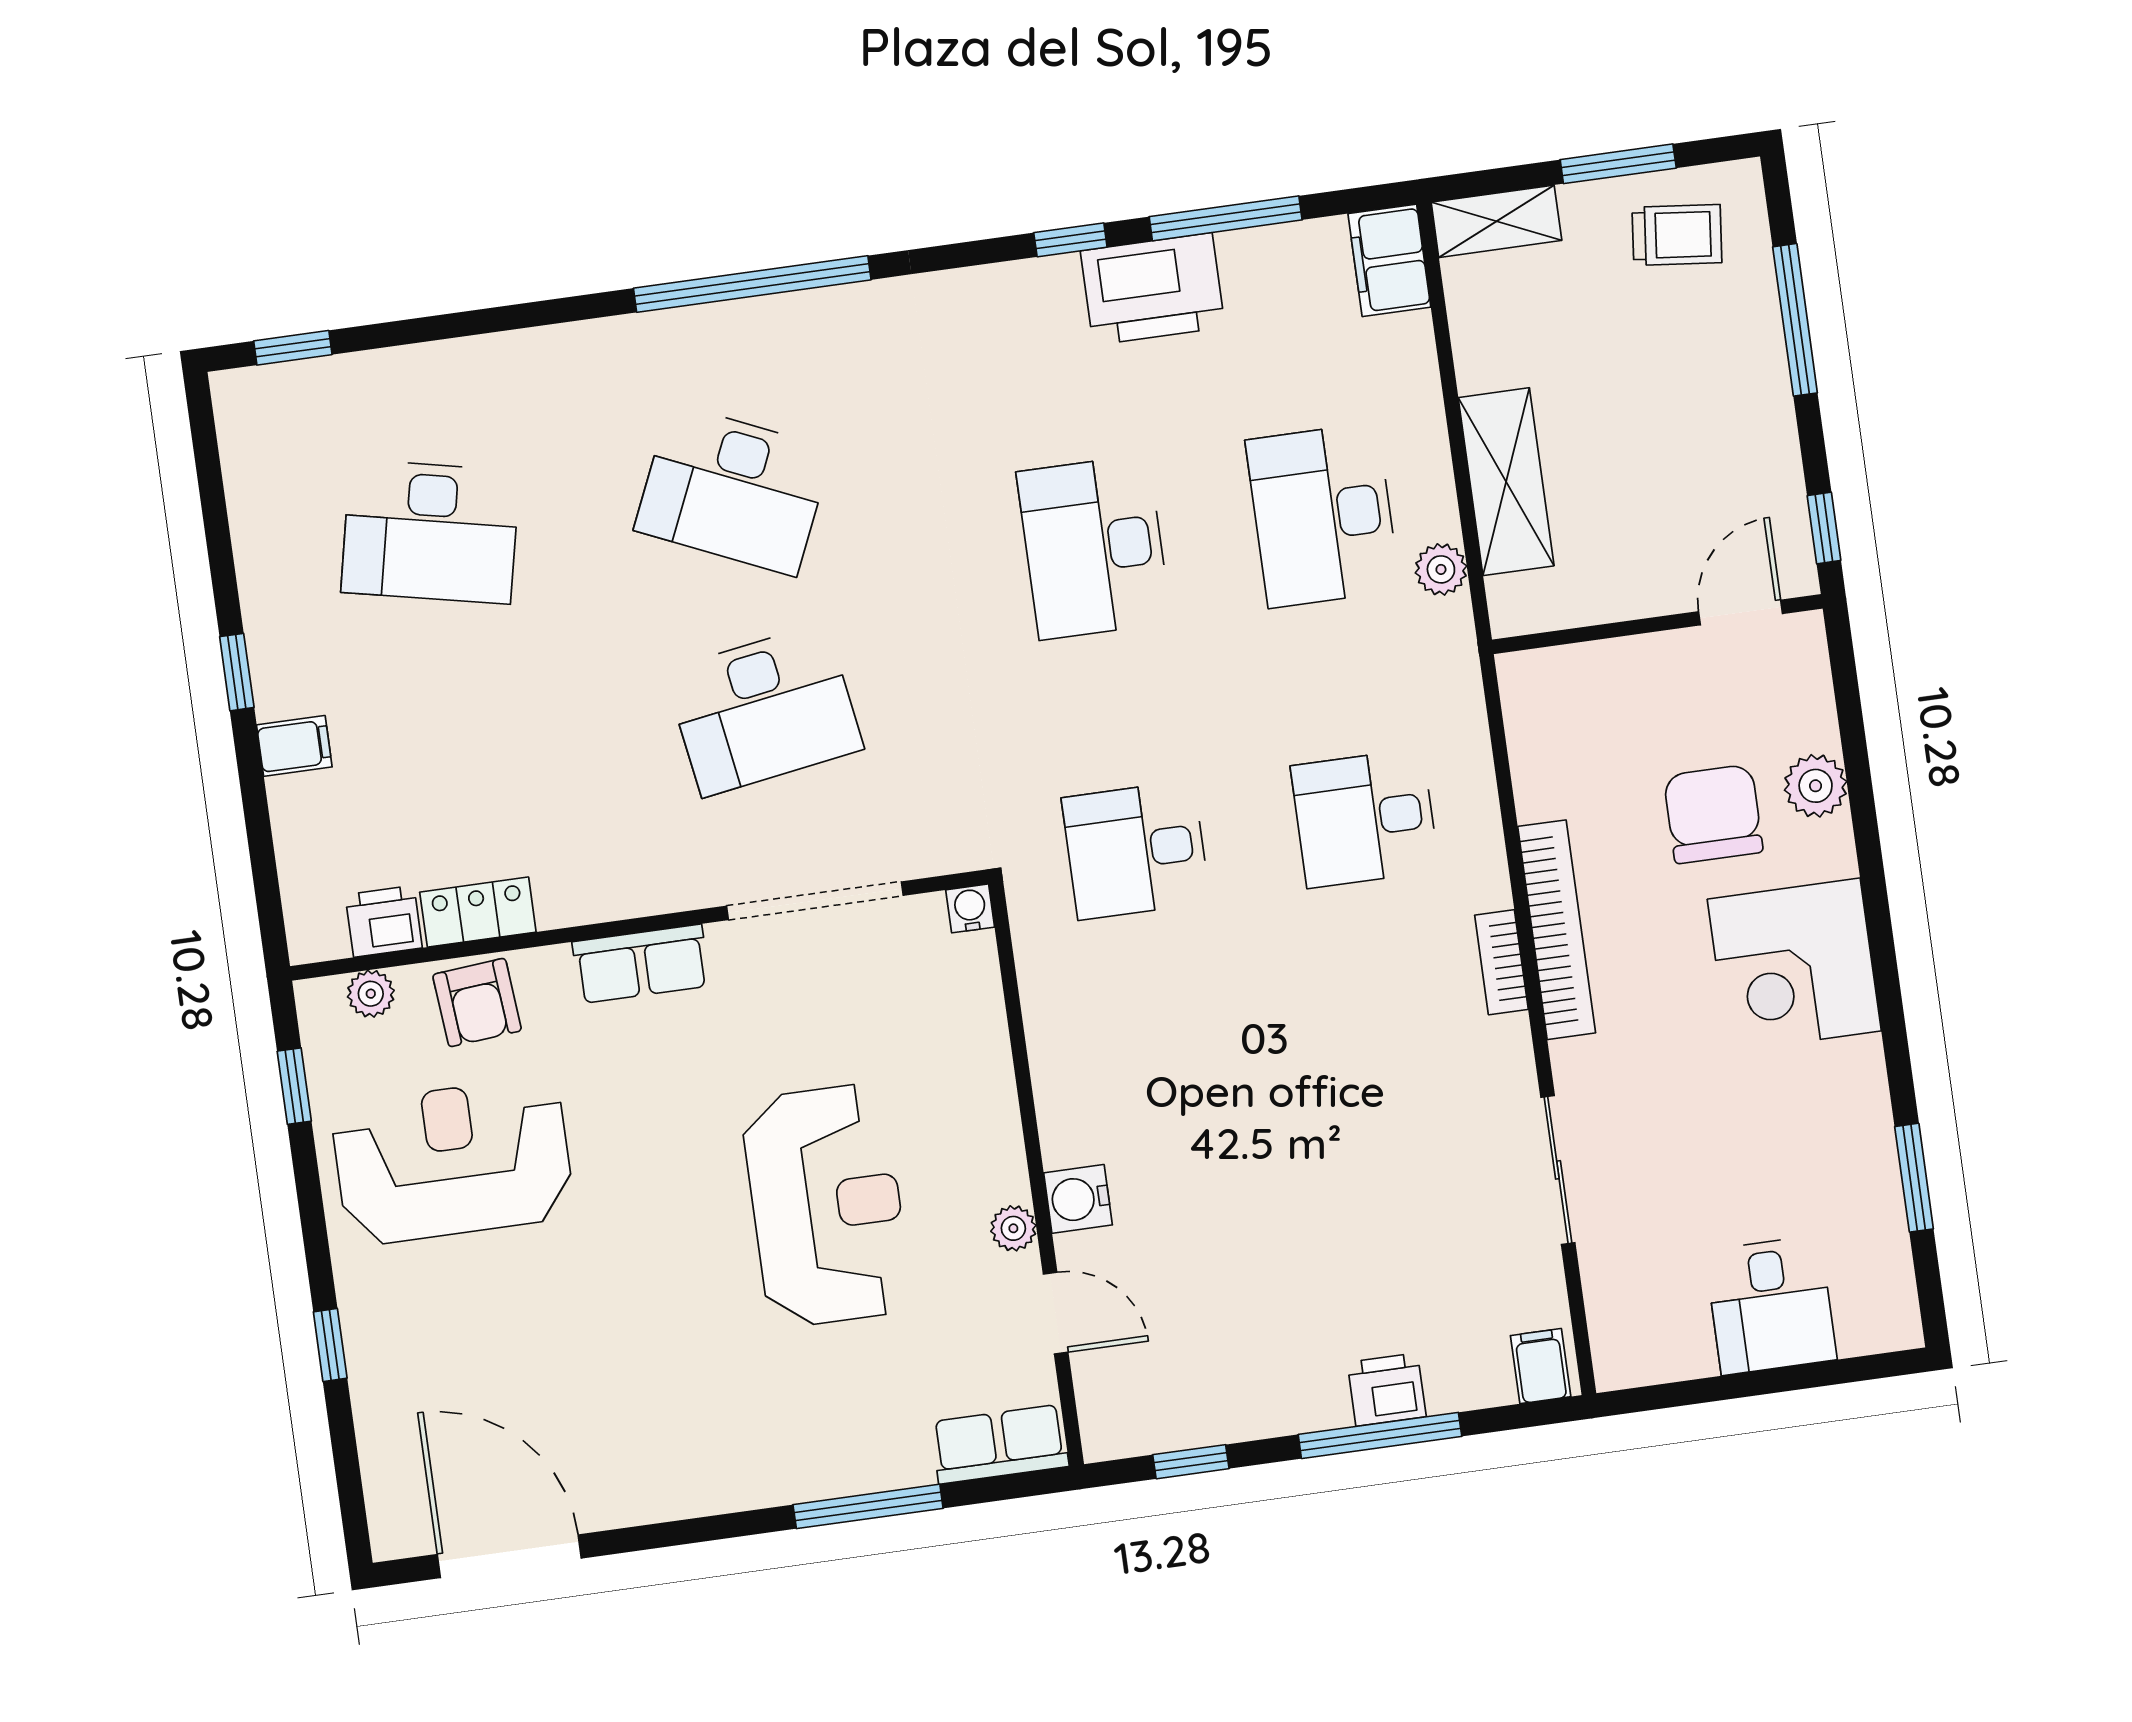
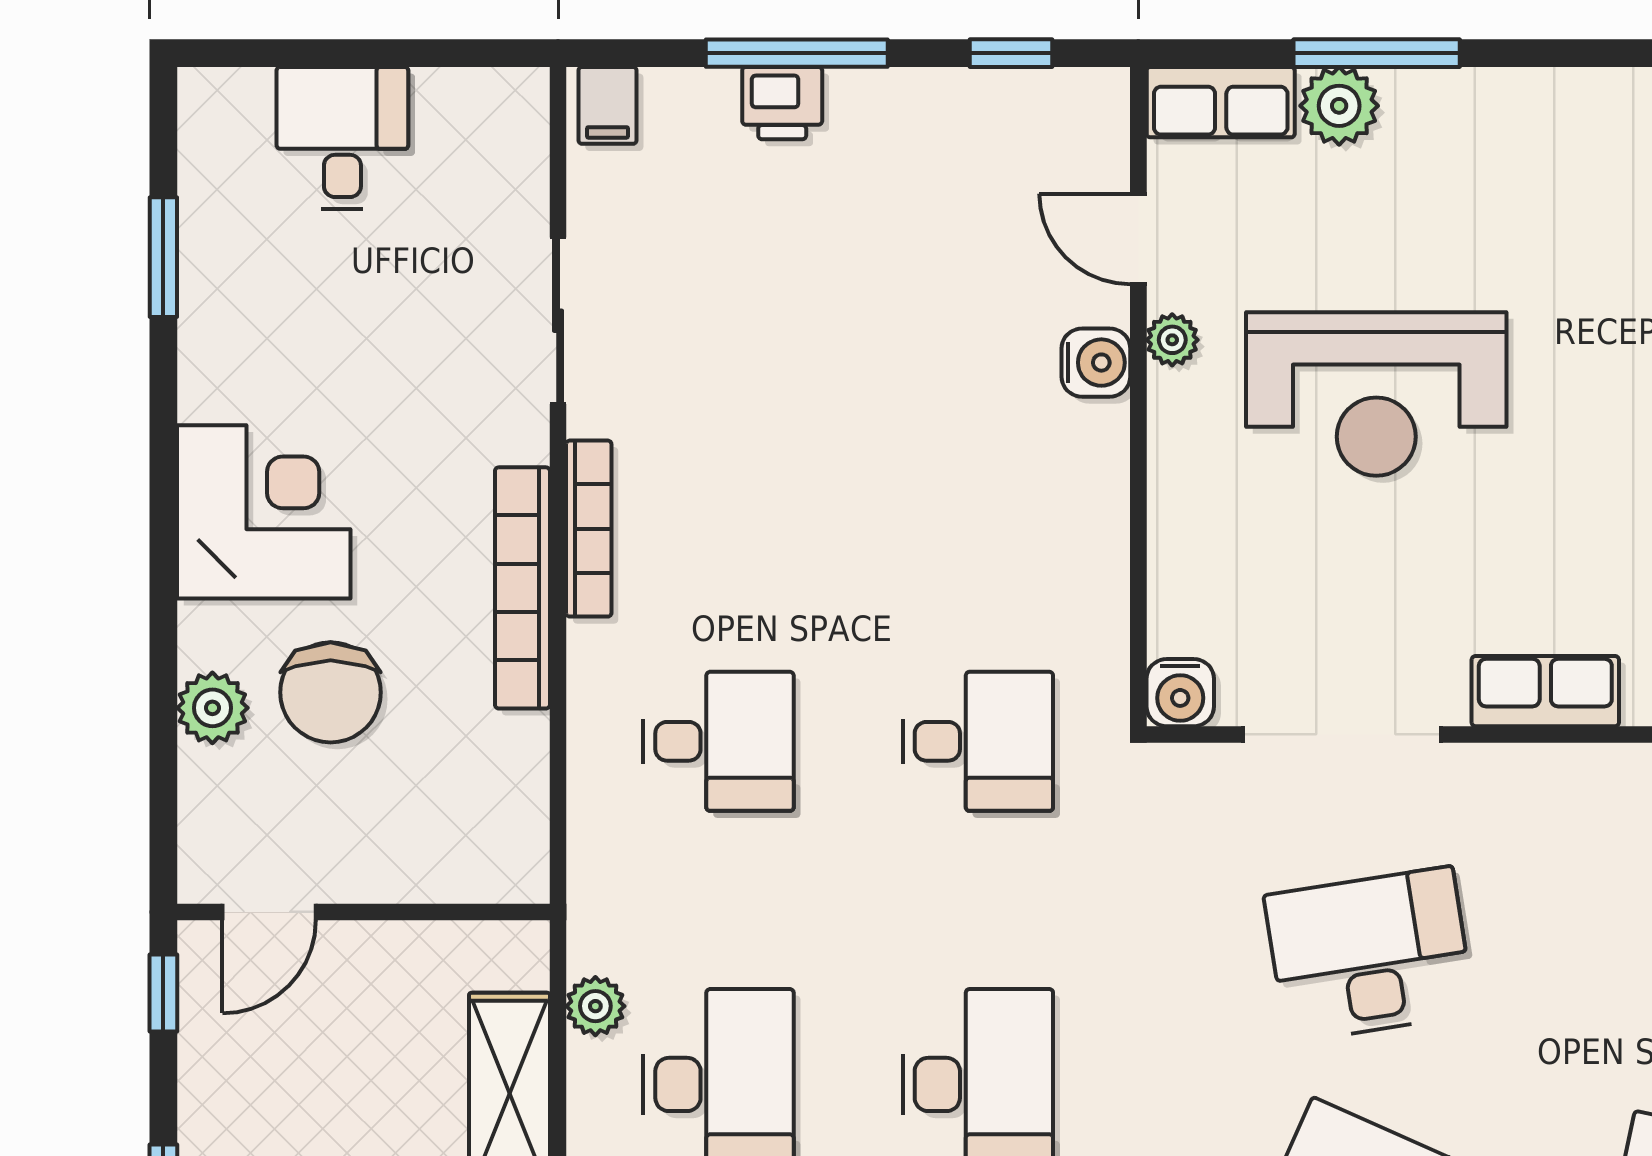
water cooler: (970, 908) -> (1180, 693), width x1.38, depth x1.38
bookcase: (1501, 962) -> (589, 529), width x1.56
reception desk: (827, 1205) -> (1376, 394), turned -90
plant: (895, 1455) -> (1339, 106), added

